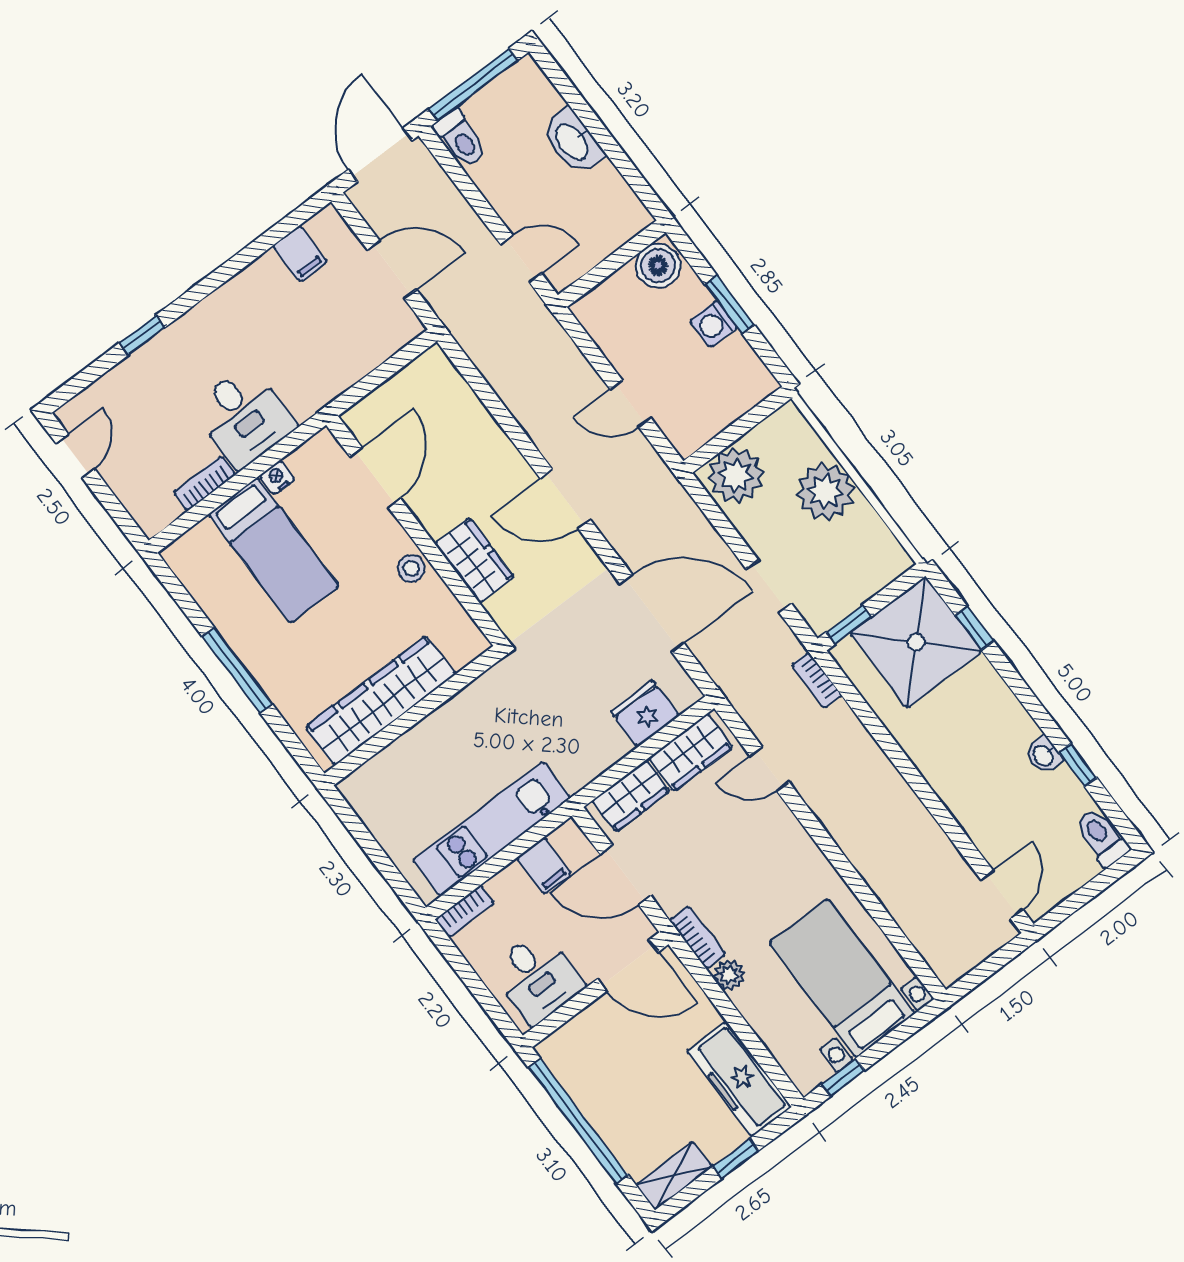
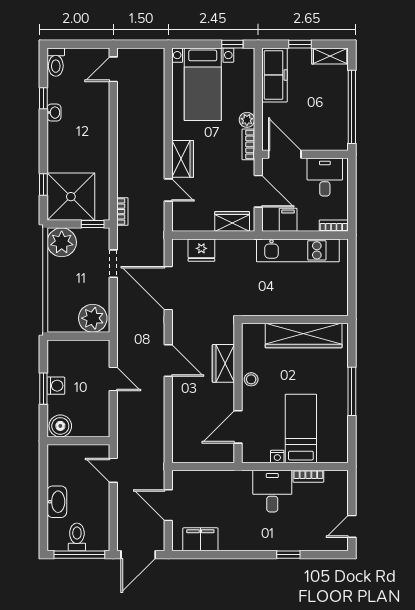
toilet: (460, 138) -> (77, 537), moved
filing cabinet: (300, 254) -> (200, 539), width x2.00
plant: (825, 491) -> (62, 242), moved
wardrobe: (691, 752) -> (183, 159), moved, turned 90

